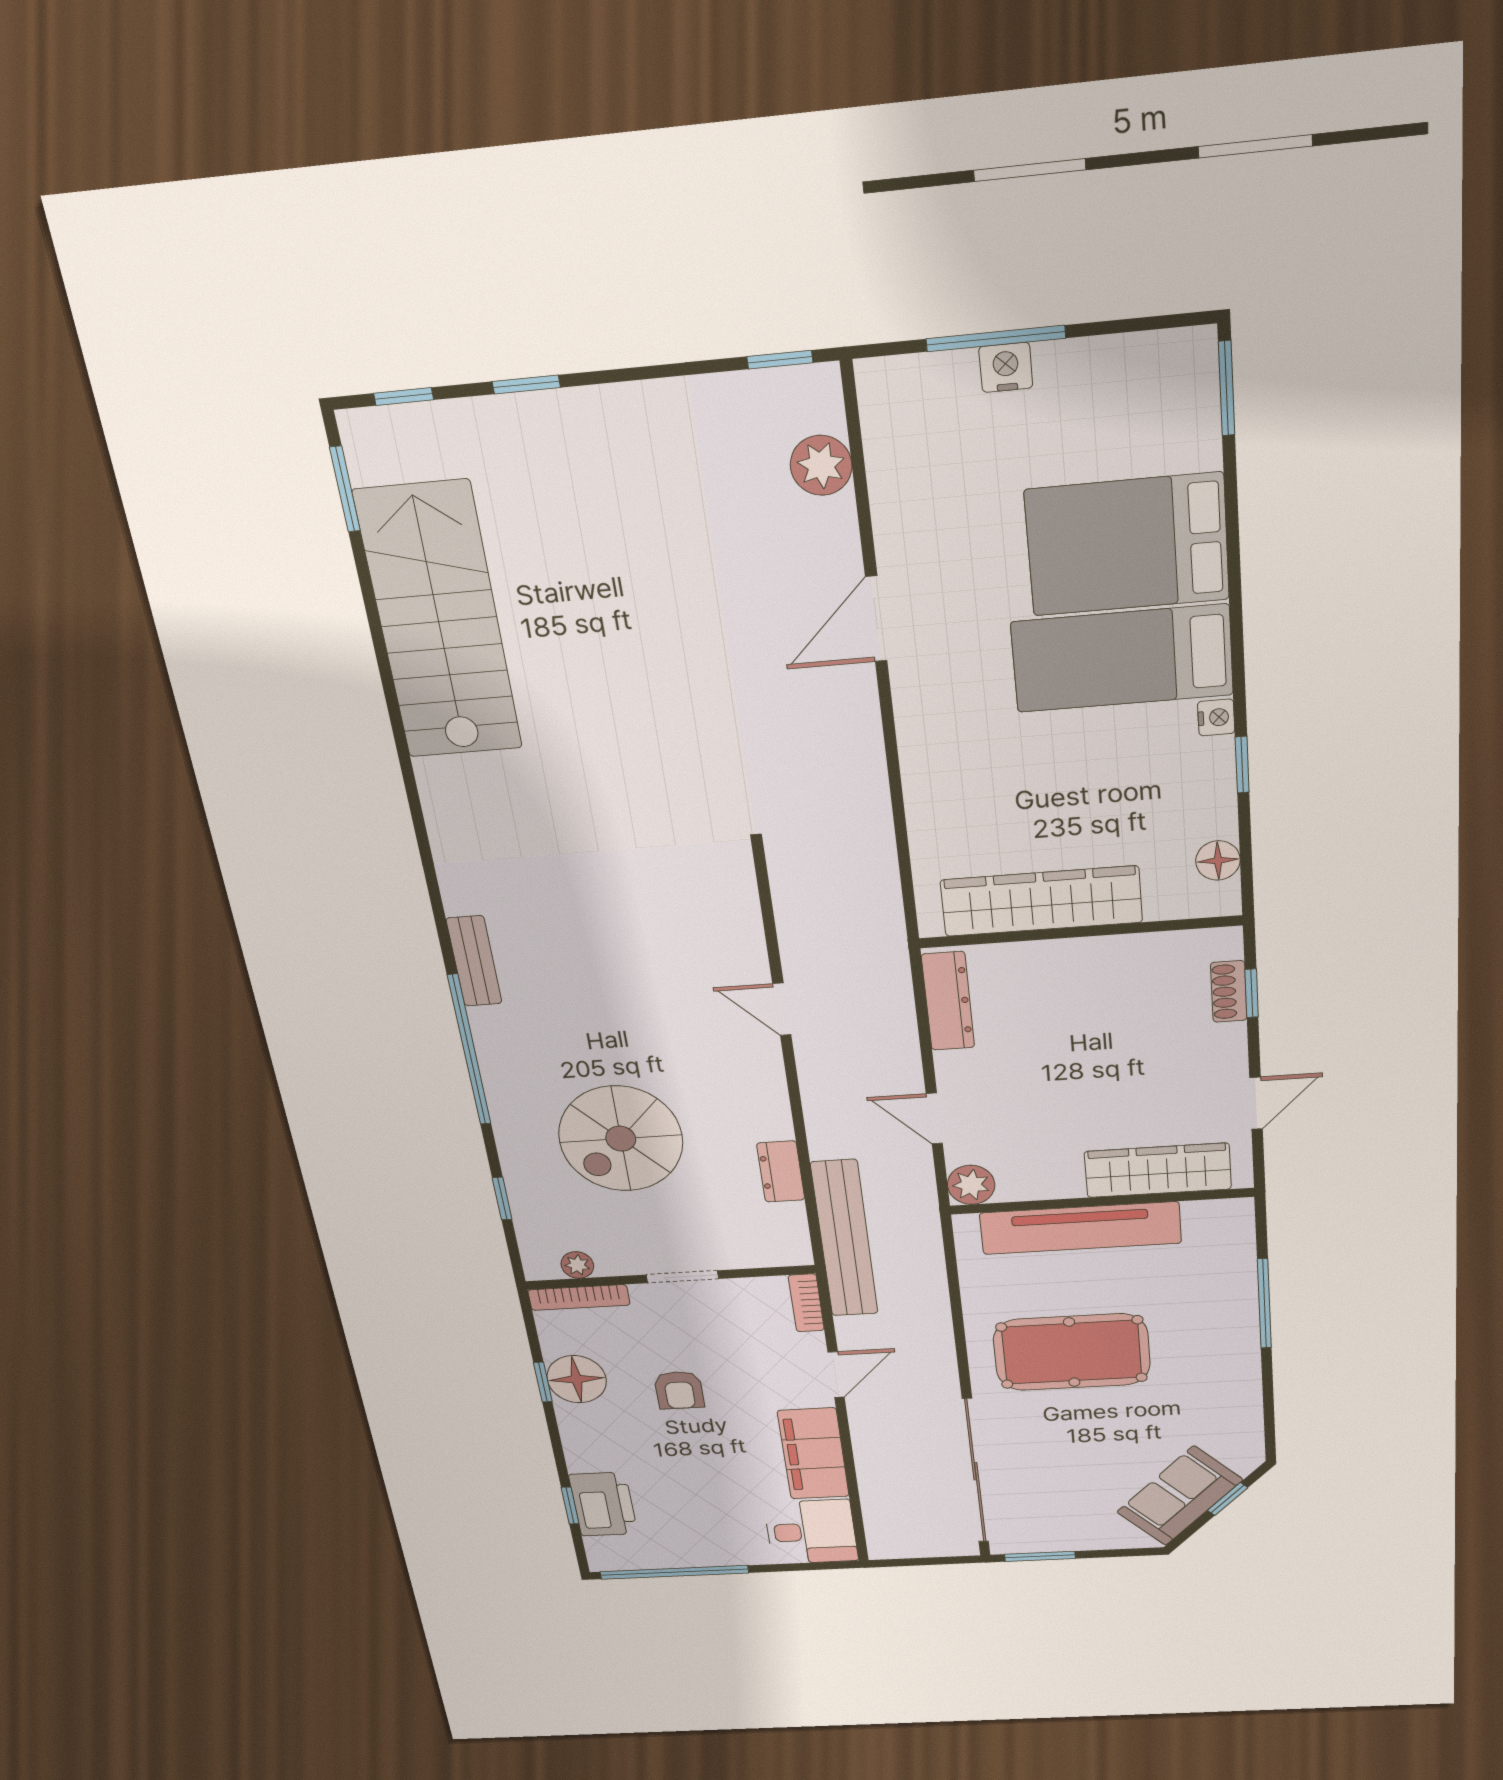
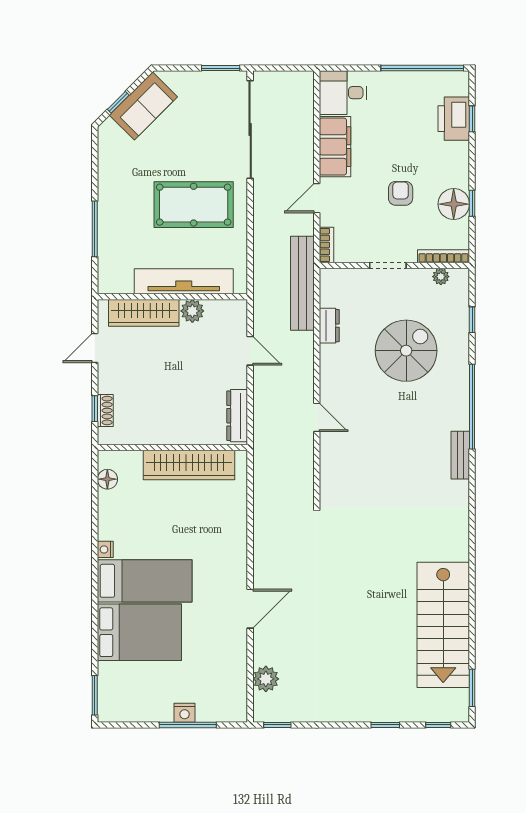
window: (1242, 765) -> (95, 526), removed
plant: (971, 1185) -> (192, 311), moved

